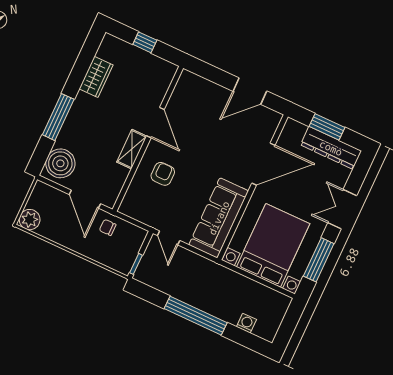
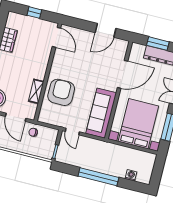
door: (155, 123) -> (56, 37), moved
shelving: (132, 149) -> (36, 91), moved
armchair: (163, 174) -> (61, 92), width x1.88, depth x1.88

